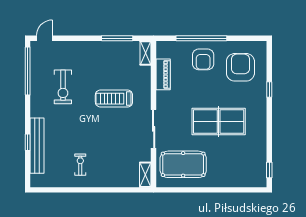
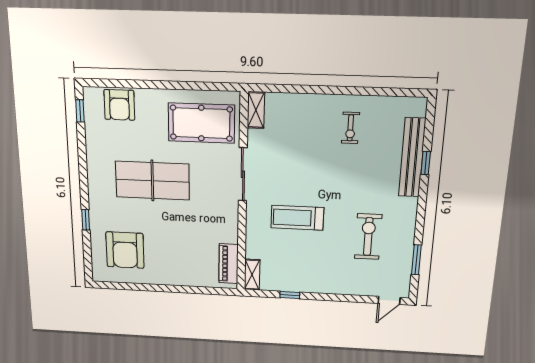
window: (117, 38) -> (290, 295), width x0.46
window: (201, 38) -> (177, 289), removed
armchair: (203, 59) -> (119, 105), moved, turned 180
window: (28, 71) -> (416, 260), width x0.47
piano: (163, 74) -> (228, 264), moved
treadmill: (114, 99) -> (297, 218), turned 180

